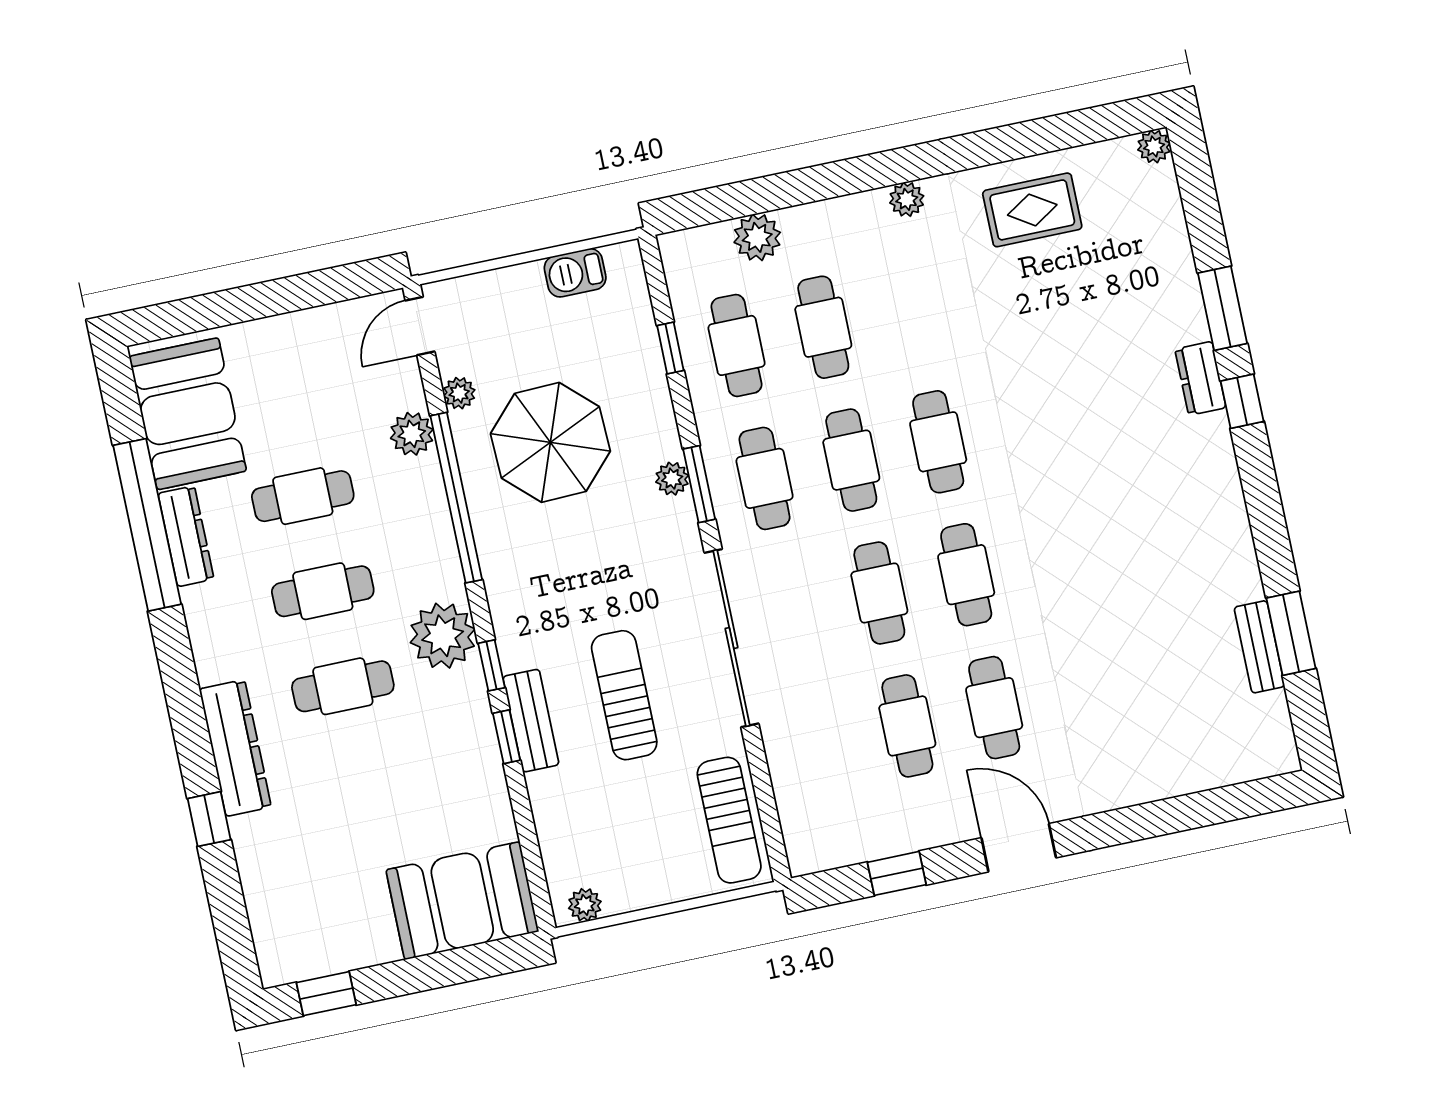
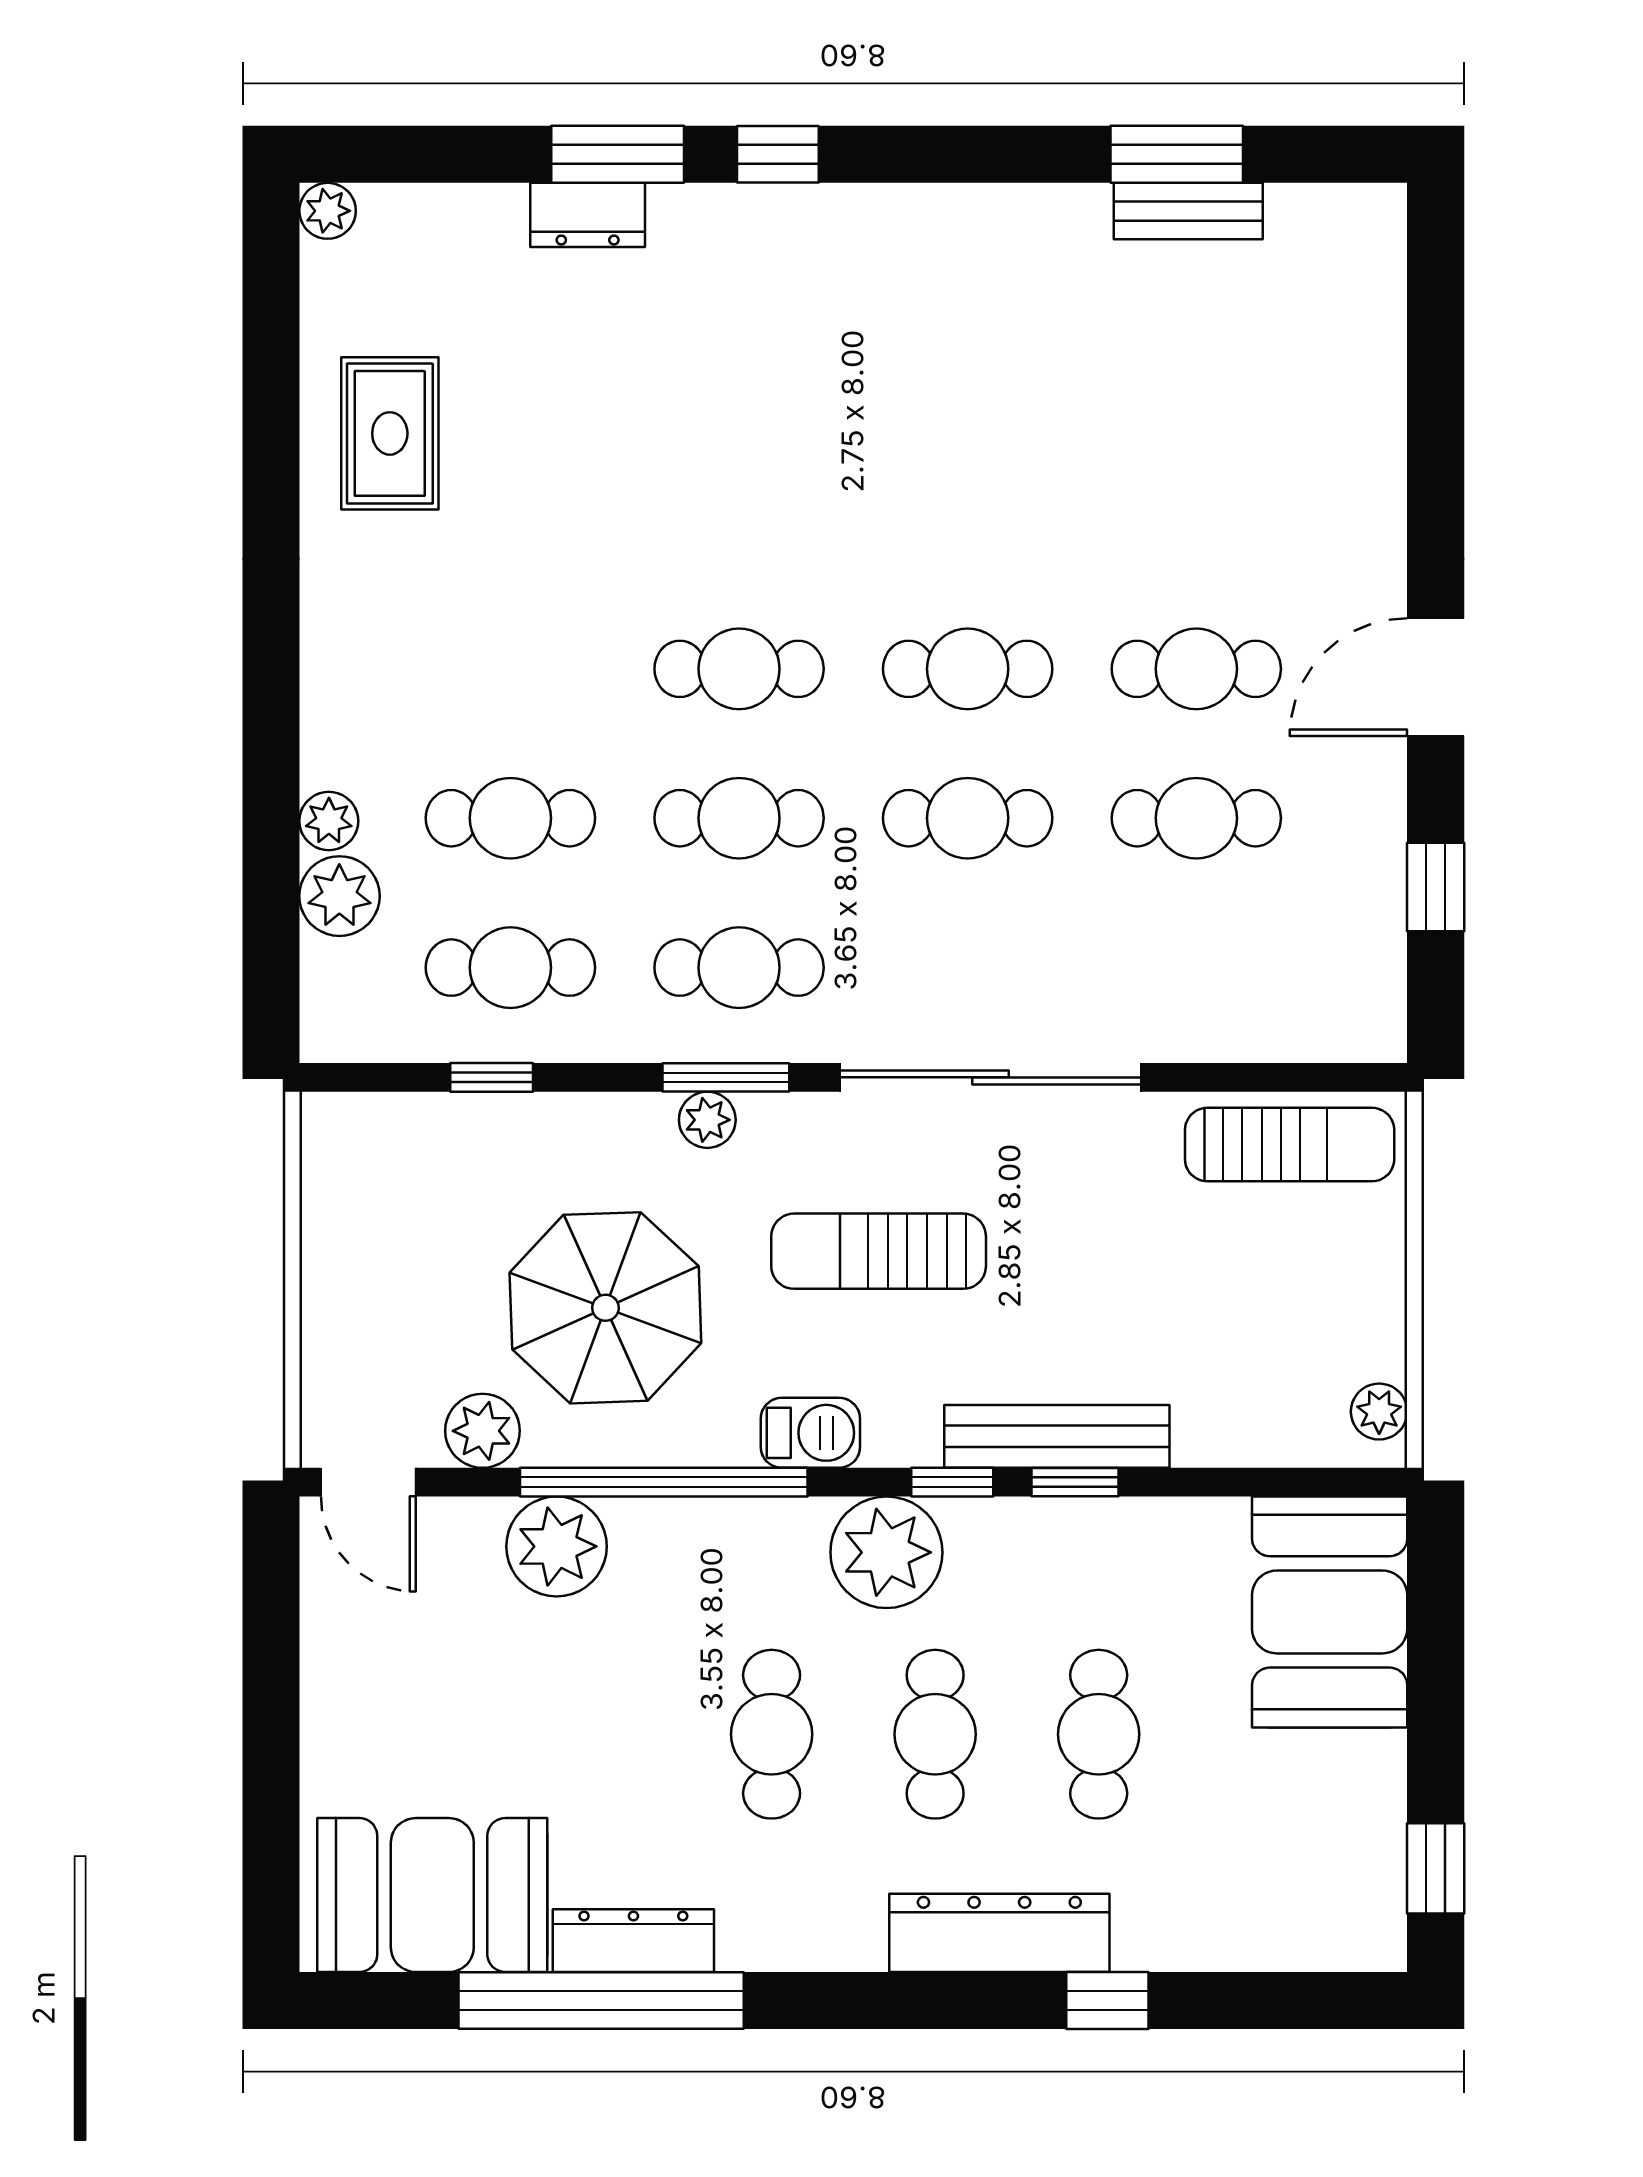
plant: (907, 199) -> (329, 821), moved
barbecue: (575, 273) -> (810, 1433), moved, turned -90
dresser: (1200, 378) -> (588, 215), moved
plant: (459, 393) -> (482, 1431), width x1.38, depth x1.38
plant: (412, 434) -> (557, 1546), width x1.36, depth x1.36
cafe table: (303, 496) -> (1099, 1734), moved
sun lounger: (624, 695) -> (879, 1251), moved
bench: (531, 721) -> (1057, 1436), width x1.36

